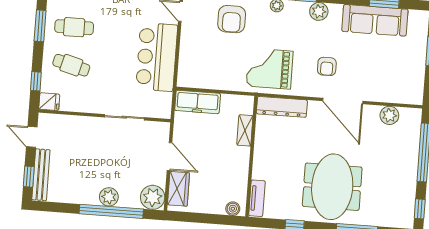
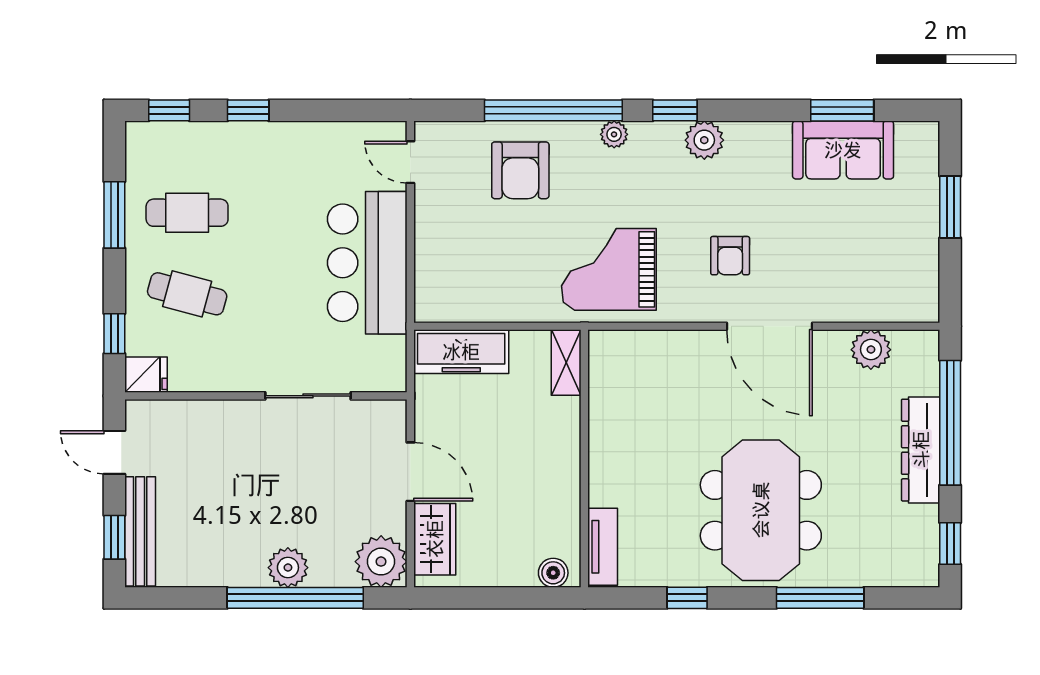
sofa: (375, 20) -> (843, 150), width x0.73
dresser: (282, 107) -> (921, 450), moved, turned 90
shelving: (245, 130) -> (566, 363), moved

